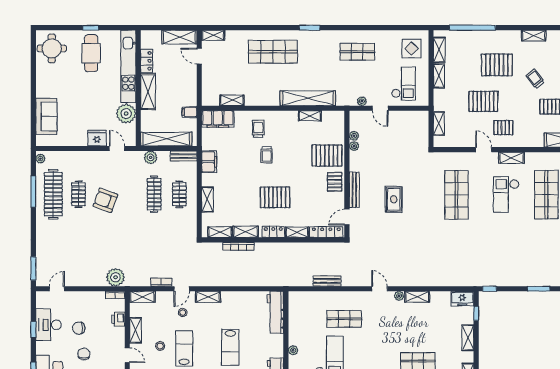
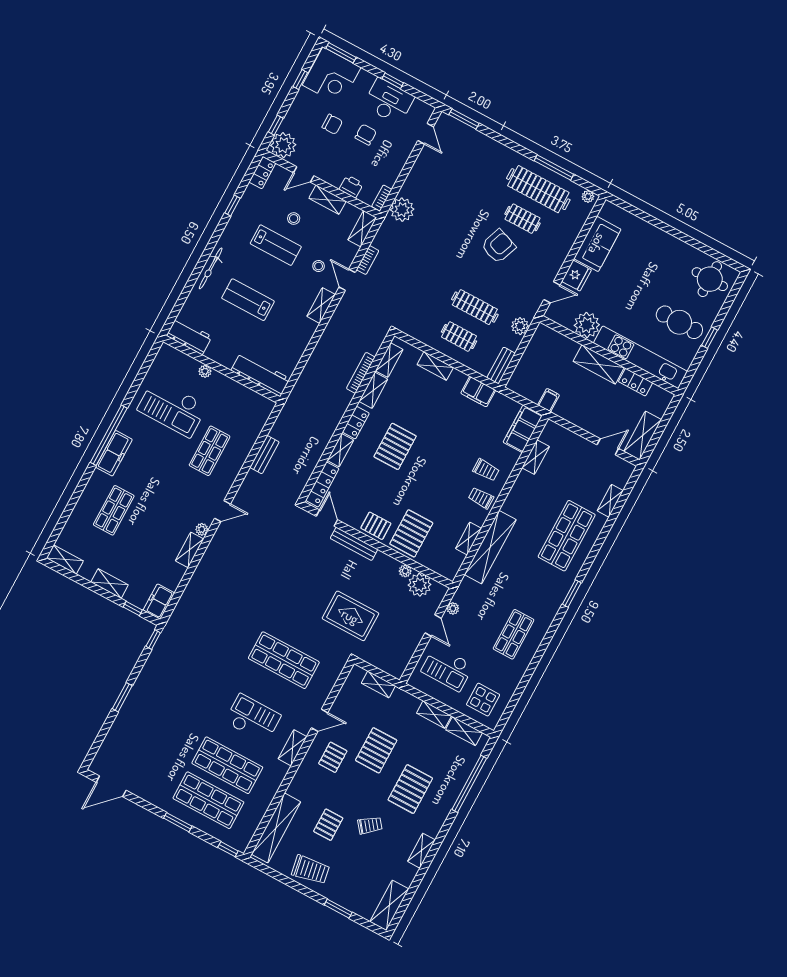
shelving: (213, 35) -> (610, 501), moved
door: (380, 108) -> (433, 625), swing flipped
sofa: (46, 116) -> (597, 244), moved, turned -90
plant: (354, 136) -> (420, 585), width x1.87, depth x1.87
shelving: (166, 139) -> (532, 356), removed
trolley: (267, 155) -> (481, 498), moved
rug: (394, 199) -> (350, 616), moved, width x1.36, depth x1.43

